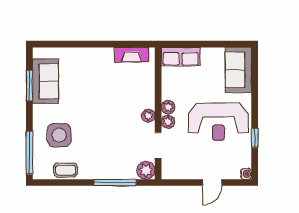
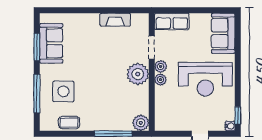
fireplace: (132, 55) -> (115, 20), moved
plant: (148, 116) -> (138, 74), width x1.87, depth x1.87
window: (255, 138) -> (238, 115), moved
doorway: (158, 145) -> (152, 48), moved
window: (29, 153) -> (37, 94), moved

